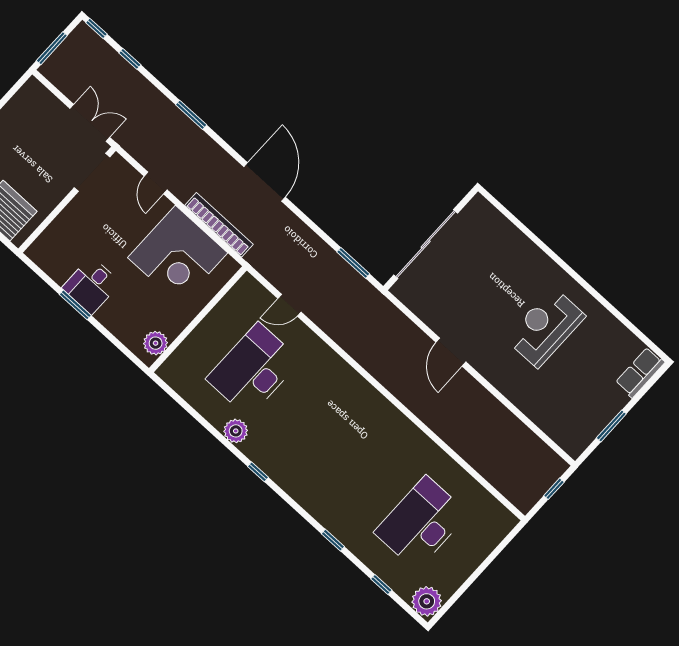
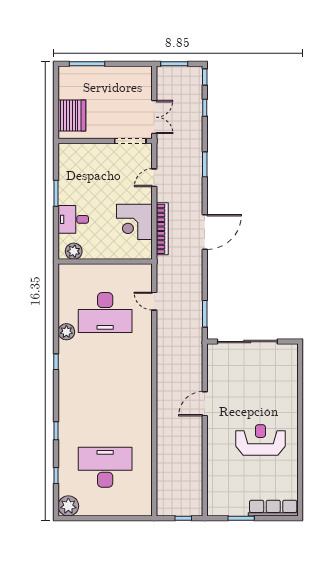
corner desk: (178, 255) -> (134, 222), width x0.74, depth x0.74
desk: (91, 285) -> (73, 219), moved
desk: (253, 370) -> (105, 313), turned 180
row of seats: (640, 372) -> (273, 508), width x1.48

